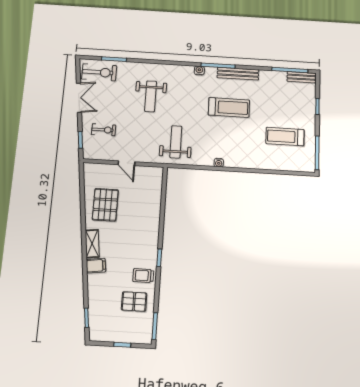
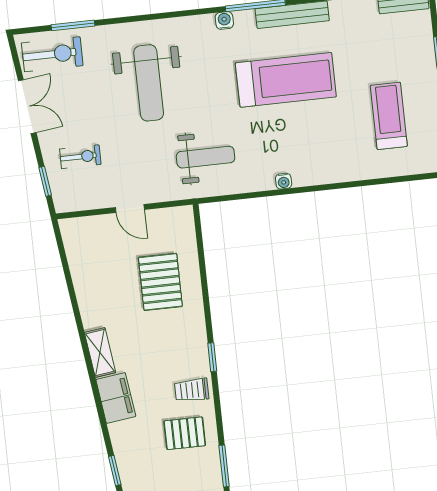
weight bench: (151, 96) -> (149, 83), width x1.36, depth x1.33
treadmill: (229, 107) -> (286, 80), width x1.37, depth x1.38
treadmill: (285, 137) -> (389, 116), turned 90
weight bench: (176, 142) -> (206, 157), turned 90
pallet: (105, 205) -> (160, 282), moved
filing cabinet: (96, 266) -> (116, 398), width x2.00

